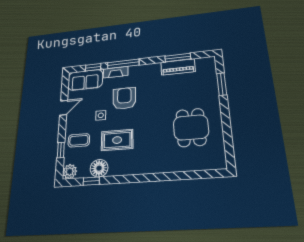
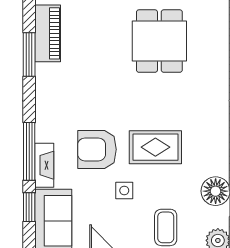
piano: (178, 67) -> (48, 33), moved
dining table: (191, 127) -> (159, 41), turned 90
rug: (117, 140) -> (155, 147), moved, turned 90

